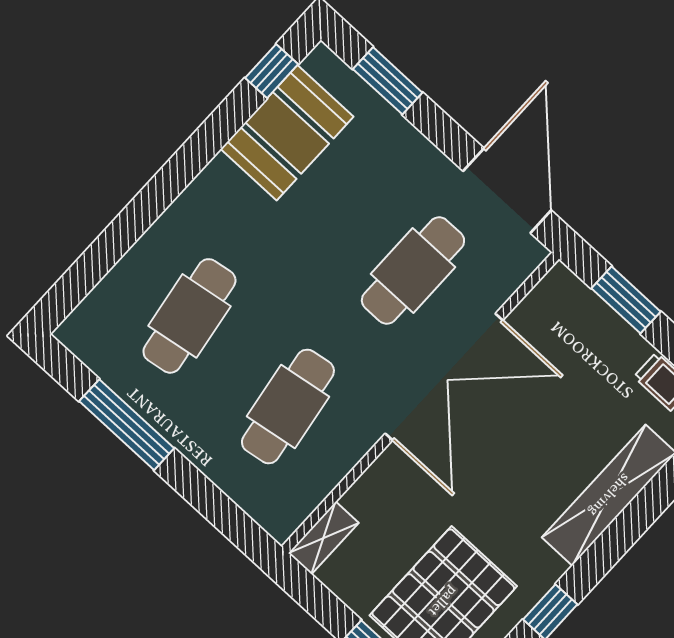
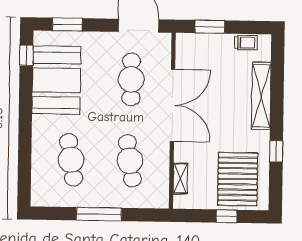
booth: (287, 133) -> (56, 80), width x1.36, depth x1.42
window: (127, 425) -> (99, 214), moved
shelving: (323, 538) -> (180, 178), moved

